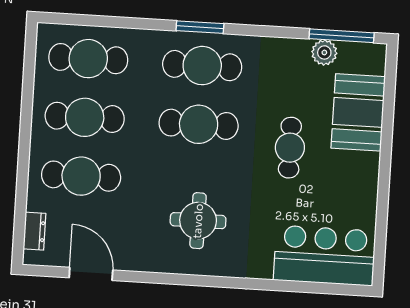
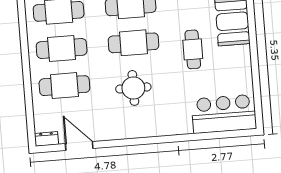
round table: (198, 221) -> (133, 88), moved
dresser: (35, 231) -> (46, 139), moved, turned -90

